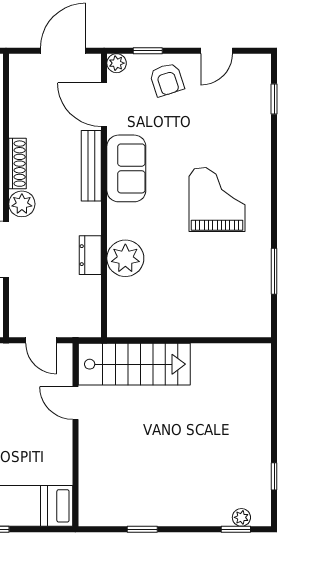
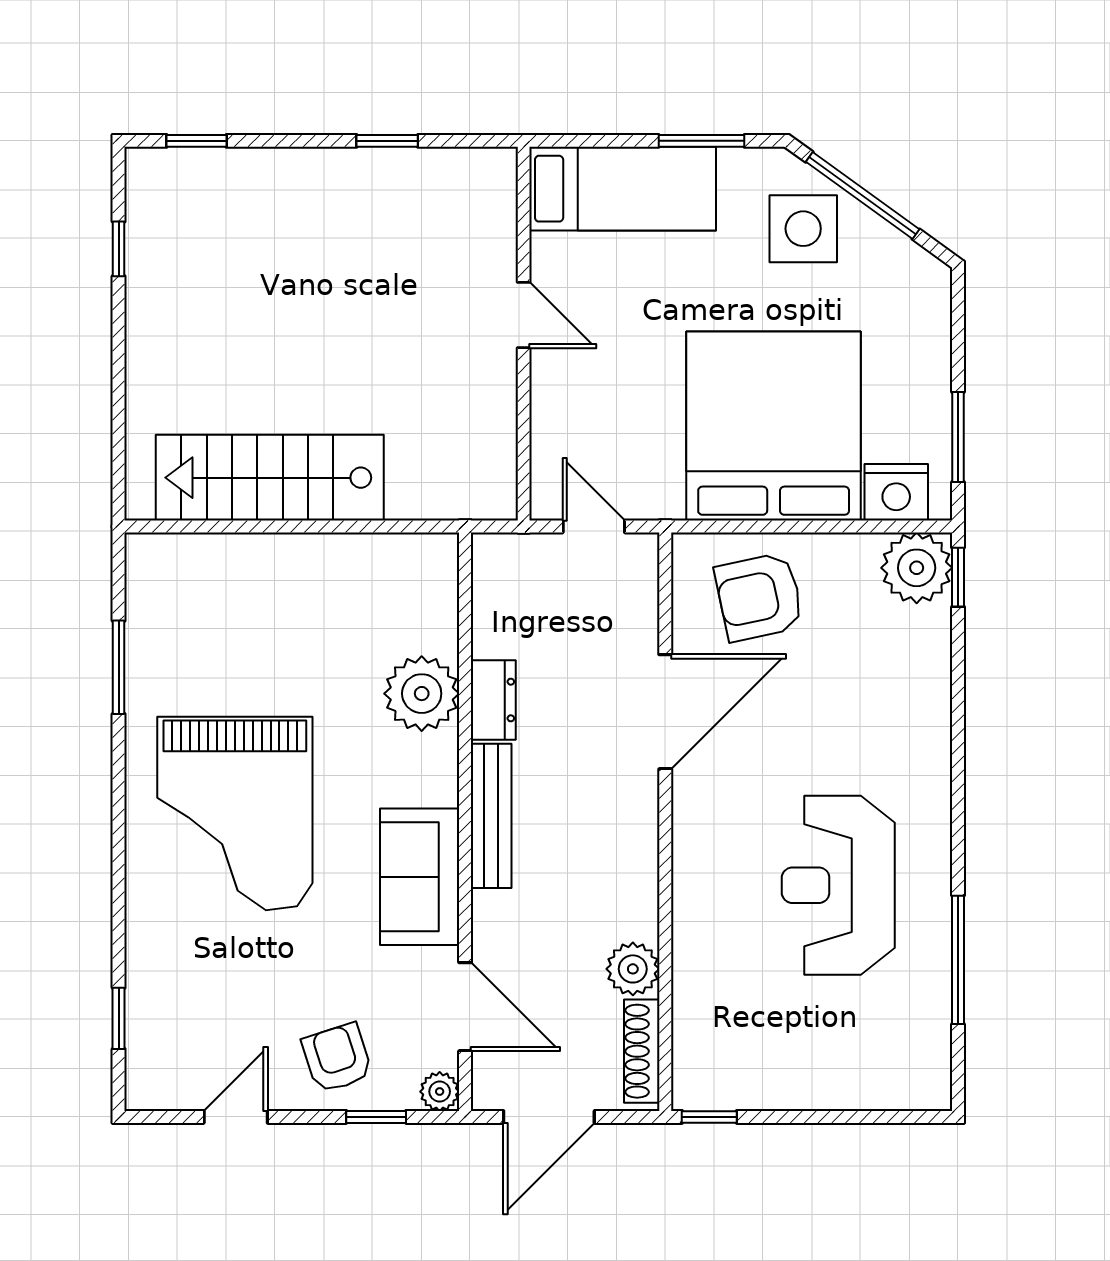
shoe rack: (17, 164) -> (642, 1051), moved
bench: (91, 166) -> (491, 816), moved
grand piano: (217, 200) -> (235, 813), width x1.37, depth x1.48
plant: (22, 204) -> (633, 969), moved
stairs: (134, 364) -> (270, 478), moved
door: (75, 403) -> (524, 315), moved
plant: (241, 517) -> (185, 165), removed

